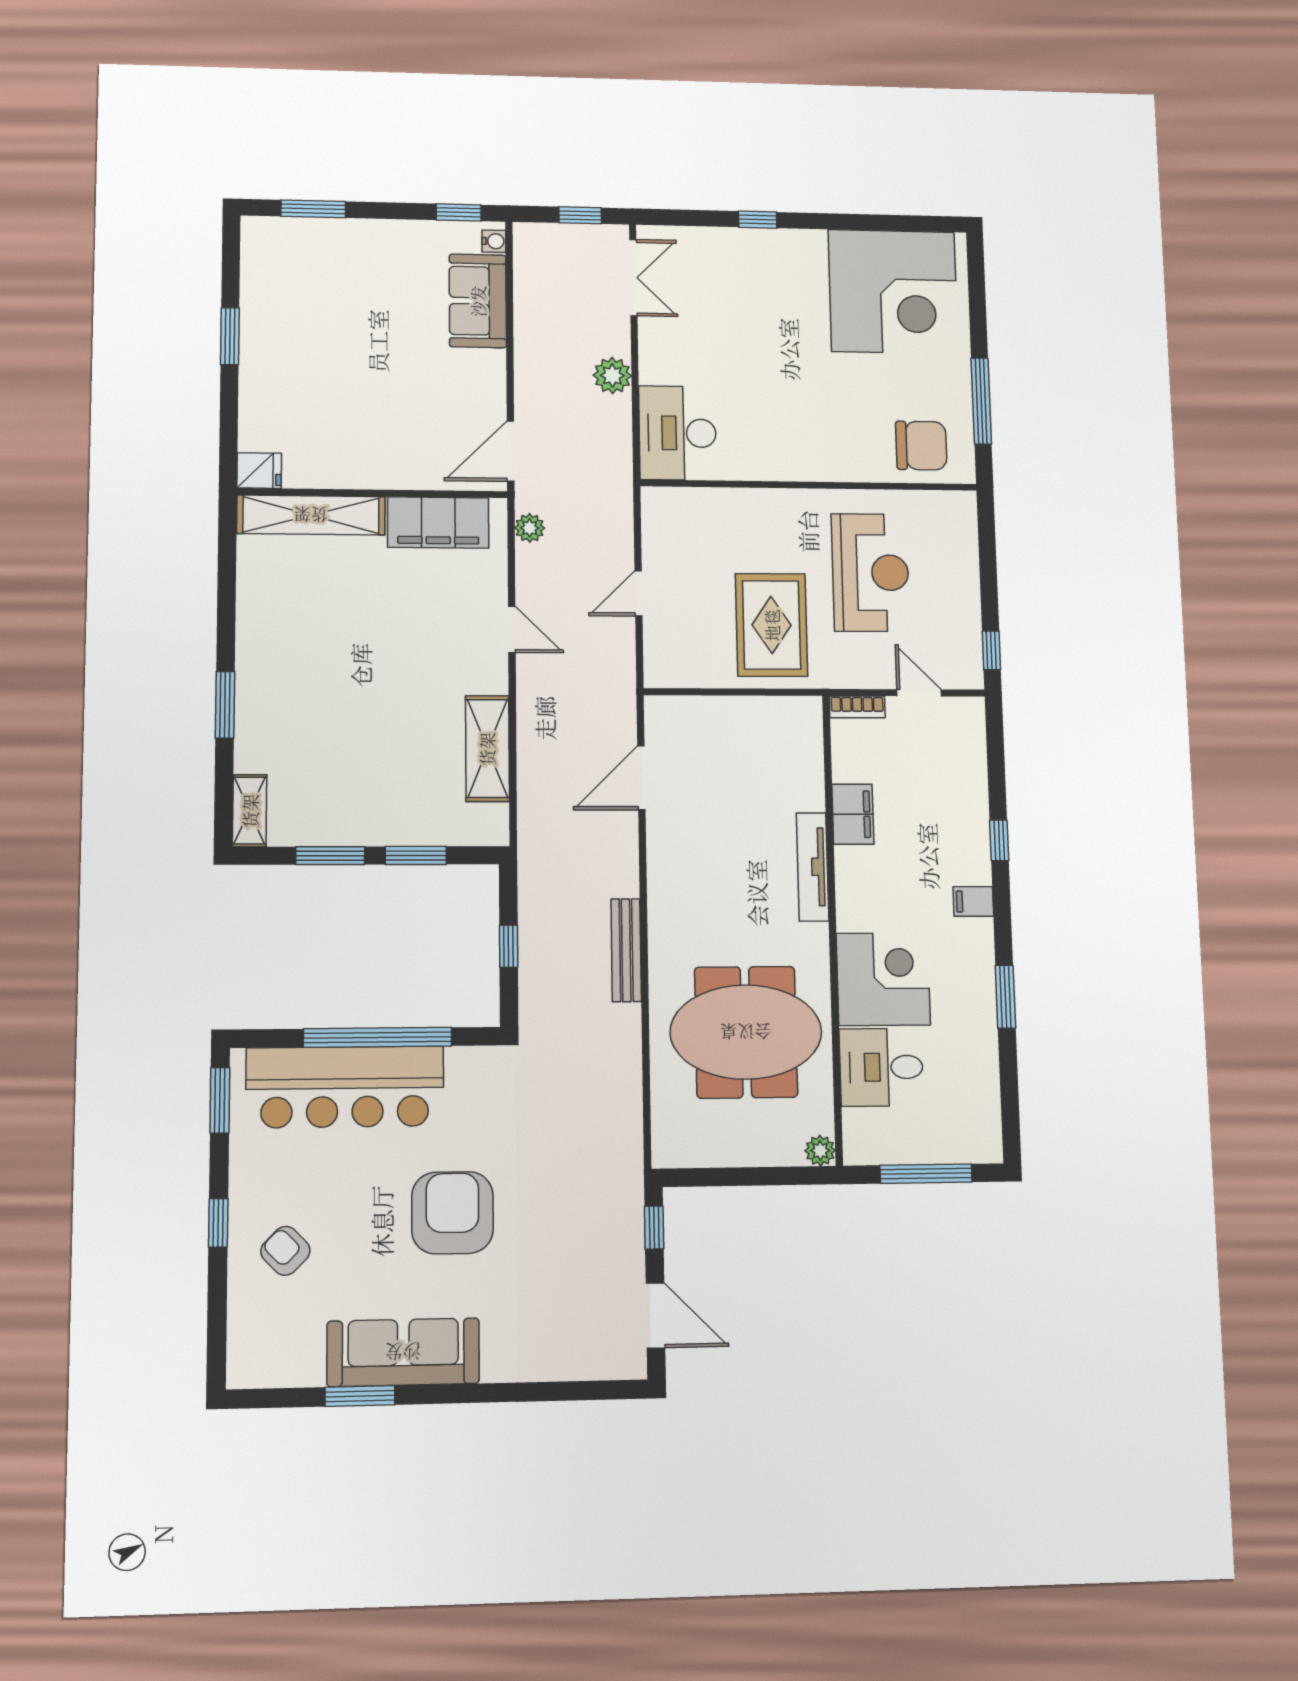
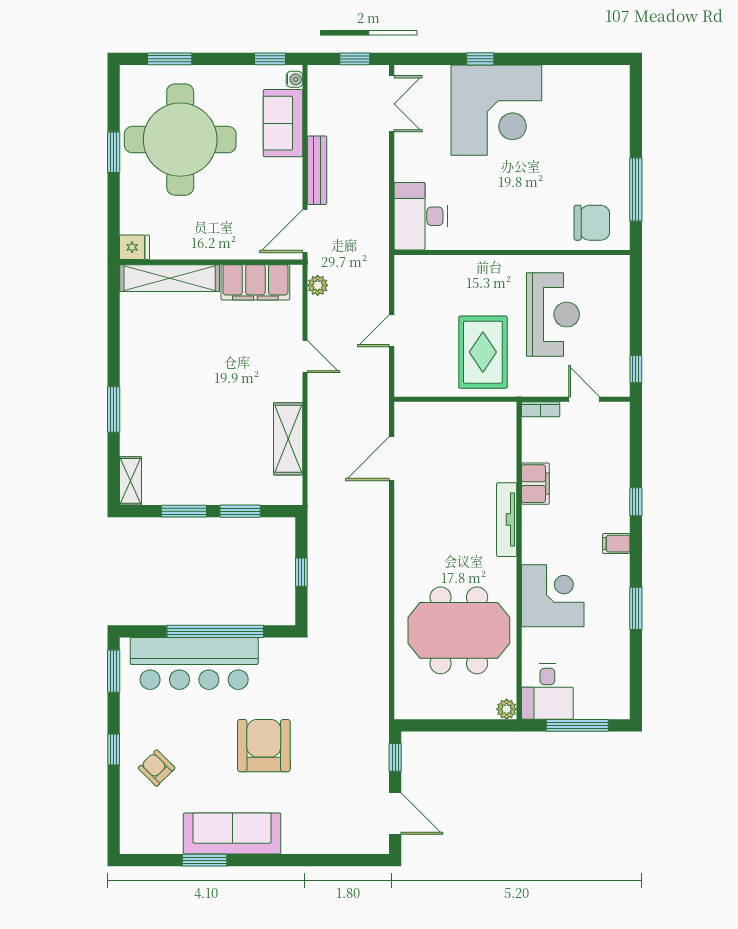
corner desk: (893, 292) -> (496, 110), moved
round table: (328, 320) -> (180, 140), added
plant: (612, 376) -> (376, 176), removed
bench: (626, 950) -> (317, 170), moved
desk: (881, 1067) -> (547, 691), moved, turned -90

